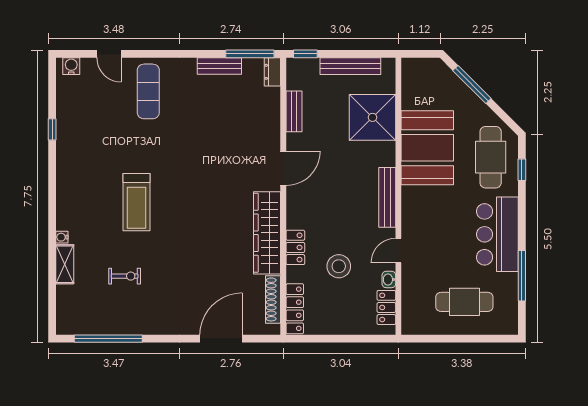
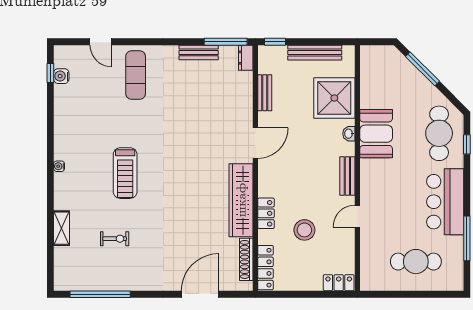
water cooler: (71, 66) -> (61, 76), moved, turned -90
window: (52, 129) -> (50, 73), moved
booth: (427, 148) -> (376, 134), width x0.73, depth x0.70
bench: (387, 197) -> (347, 176), width x0.73
water cooler: (62, 237) -> (59, 166), moved
washbasin: (389, 279) -> (349, 134), moved
locker: (386, 307) -> (339, 283), moved, turned 90

